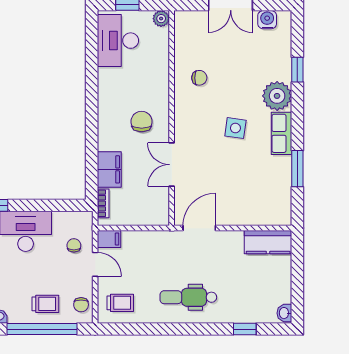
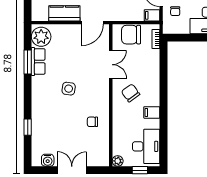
plant: (277, 96) -> (41, 37), moved
chair: (142, 122) -> (131, 93), turned 144
row of seats: (281, 133) -> (38, 61), moved
filing cabinet: (109, 169) -> (152, 112), moved, width x0.50
chair: (141, 210) -> (131, 35), added
kitchen counter: (268, 242) -> (64, 13), moved

